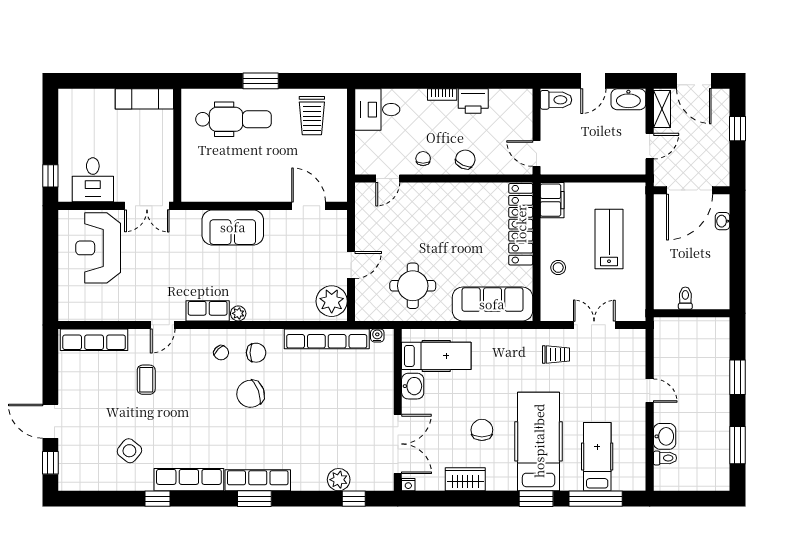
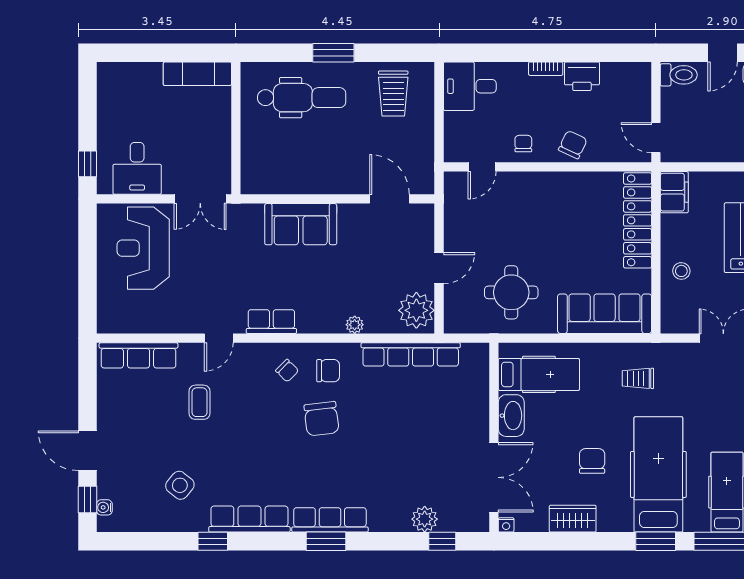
plant: (238, 313) -> (355, 325), moved
water cooler: (377, 335) -> (104, 507), moved, turned -90
trolley: (556, 355) -> (638, 378), moved, turned 180
washbasin: (413, 386) -> (511, 416), width x1.38
chair: (251, 394) -> (321, 419), turned -77

